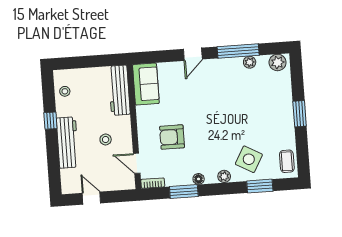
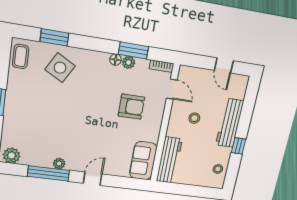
plant: (250, 62) -> (59, 164), moved
plant: (224, 176) -> (129, 62), moved

